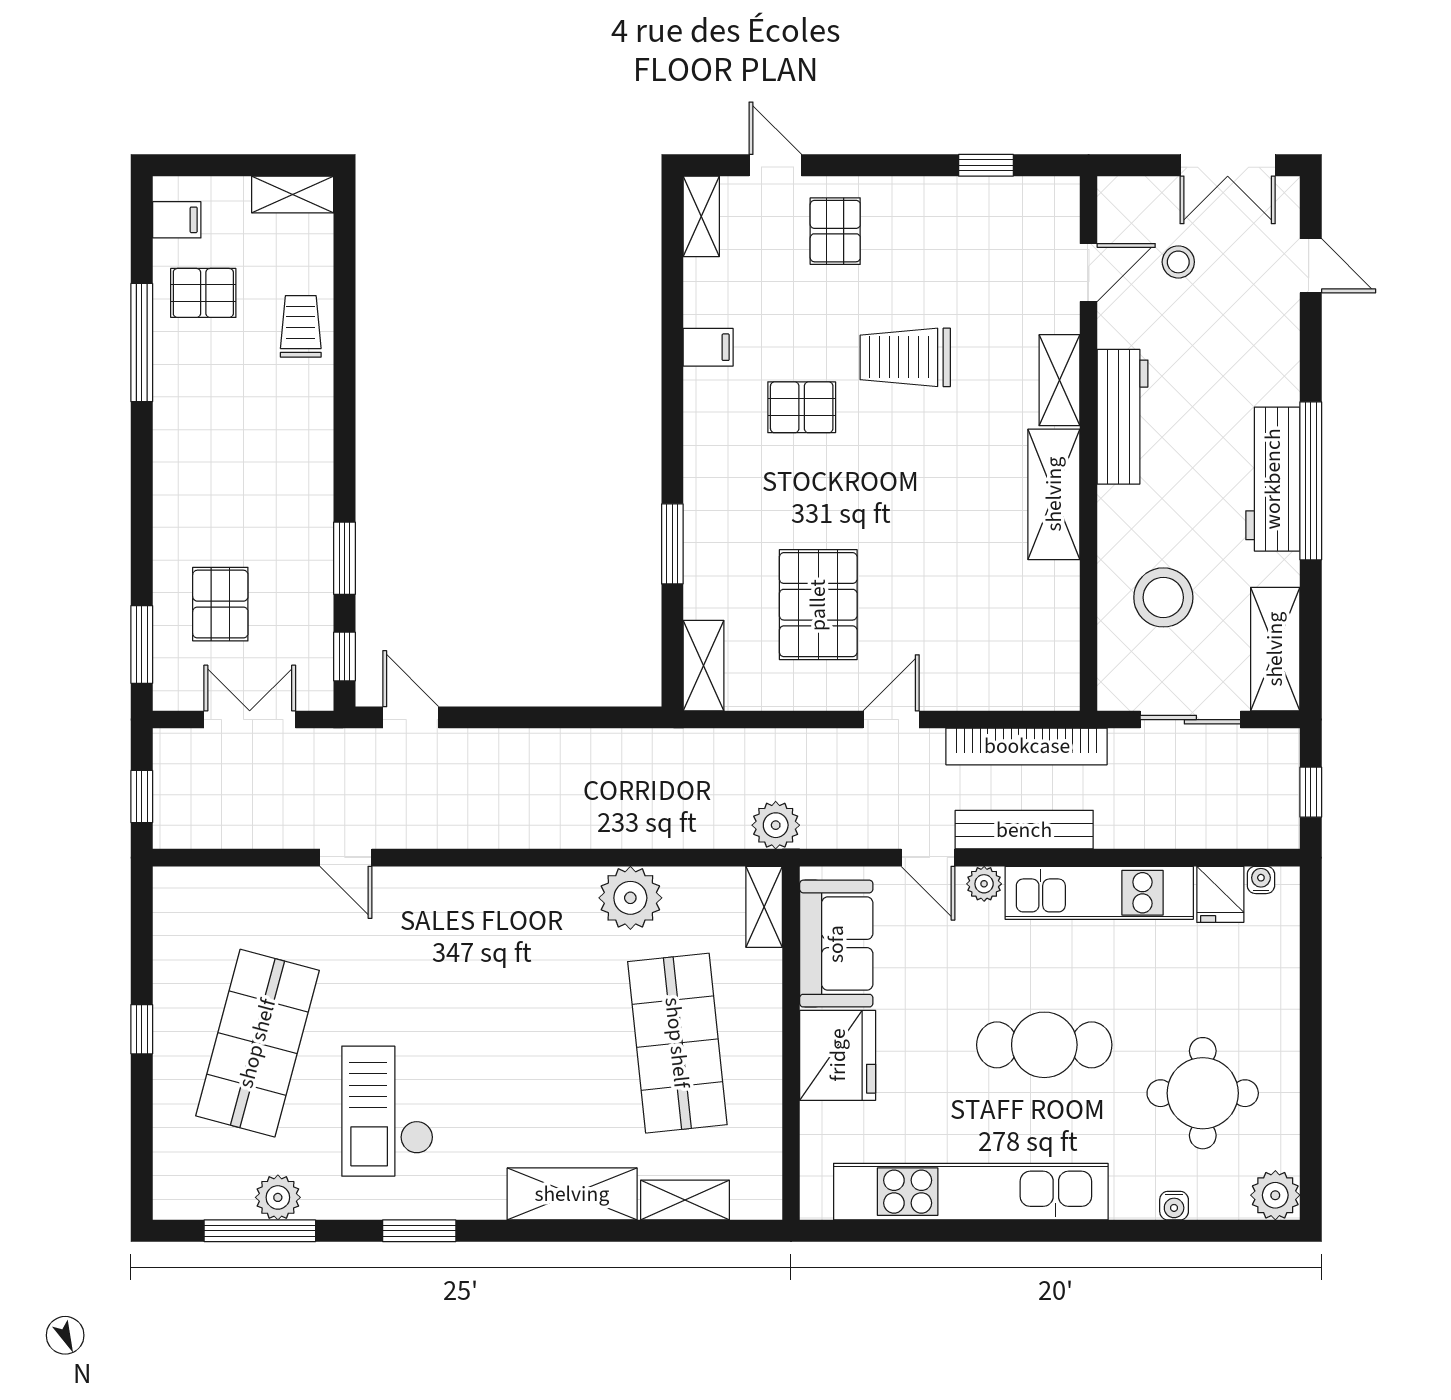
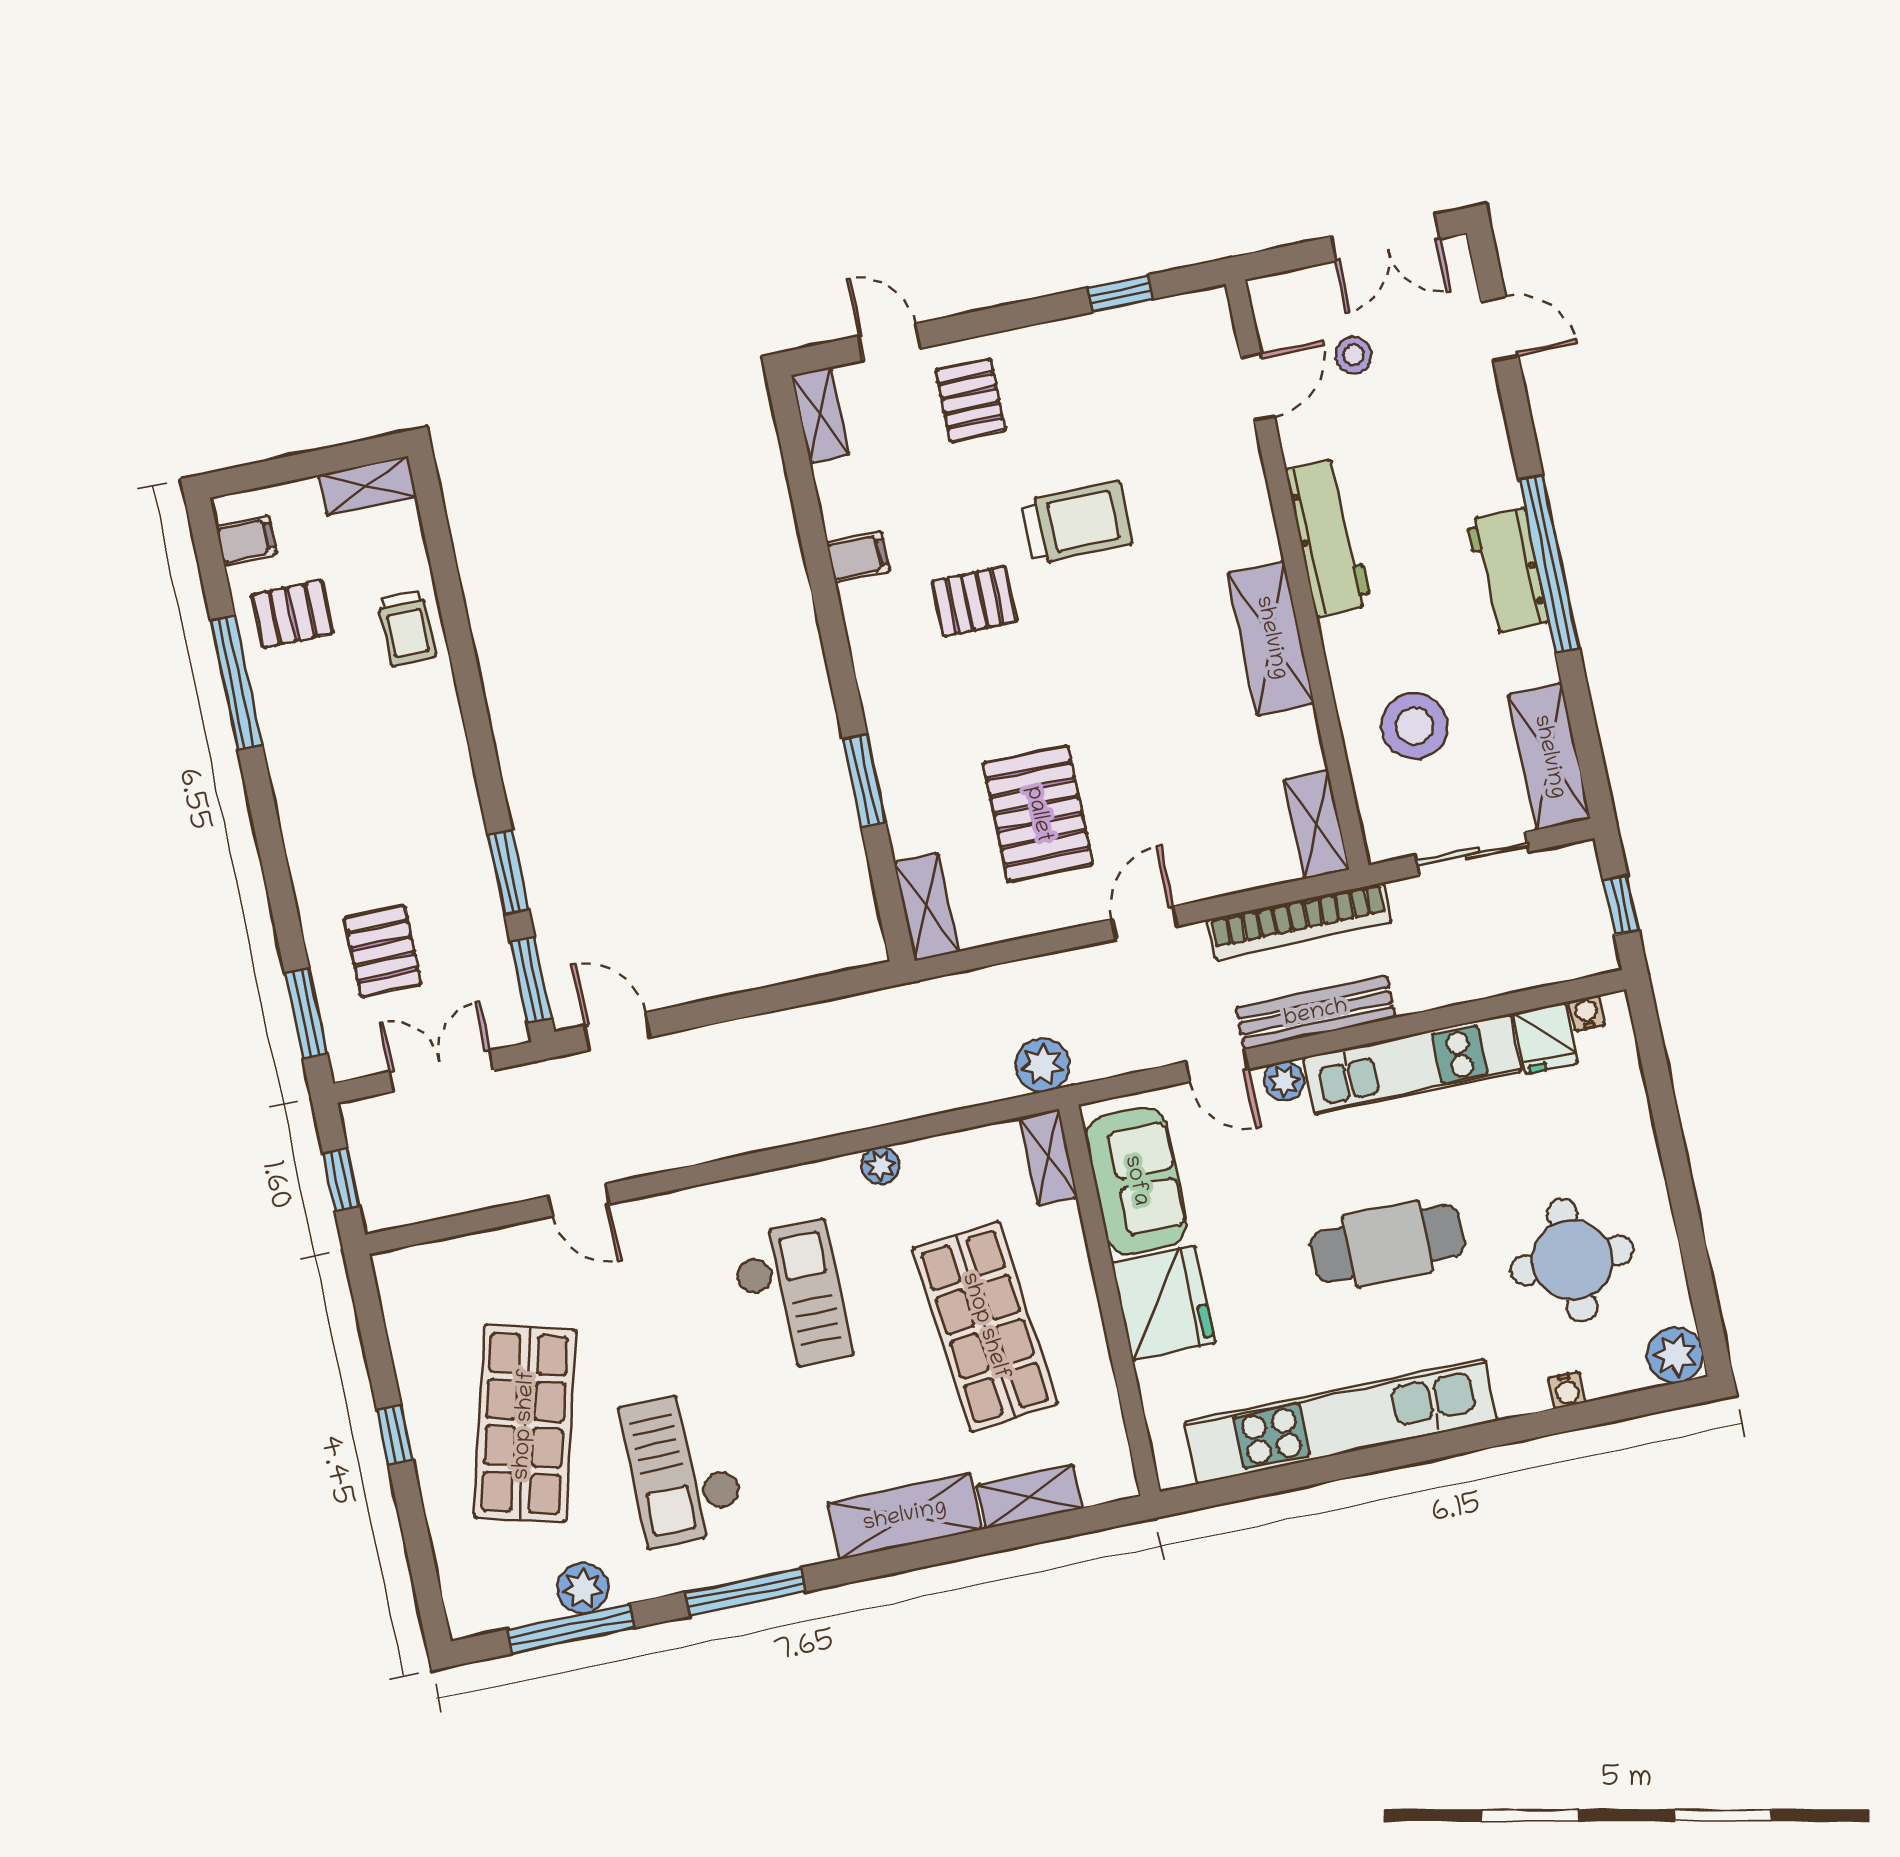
trolley: (301, 326) -> (407, 628), turned 180
trolley: (905, 357) -> (1076, 523), turned 180
shelving: (1060, 380) -> (1316, 825), moved
workbench: (1273, 479) -> (1507, 571), width x0.73
window: (344, 656) -> (531, 980), width x1.50
plant: (630, 898) -> (880, 1165), width x0.53, depth x0.53
checkout: (513, 981) -> (791, 1297), added
window: (419, 1231) -> (745, 1592), width x1.44

